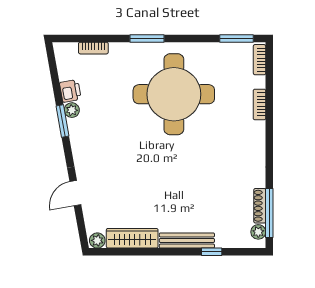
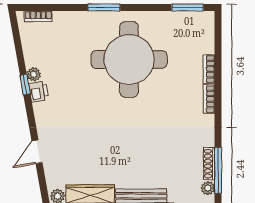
bookcase: (93, 48) -> (38, 16), moved
bookcase: (260, 60) -> (209, 99), moved
printer: (70, 91) -> (39, 92), moved
window: (63, 121) -> (25, 85), width x0.67

